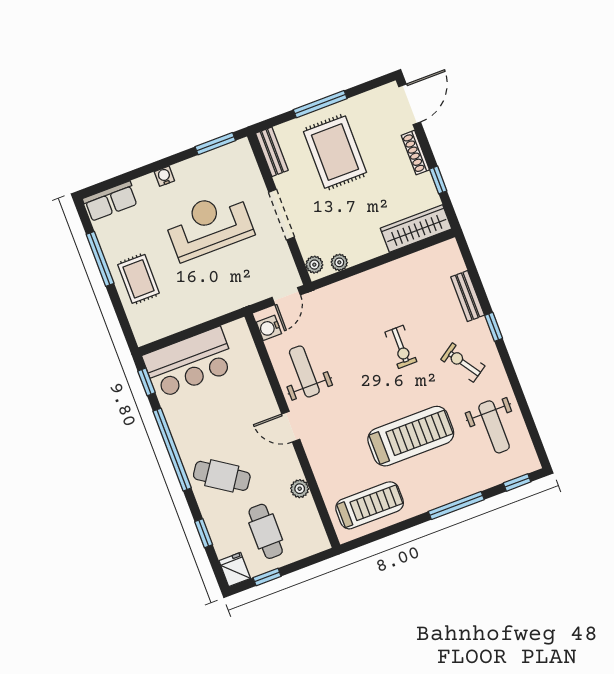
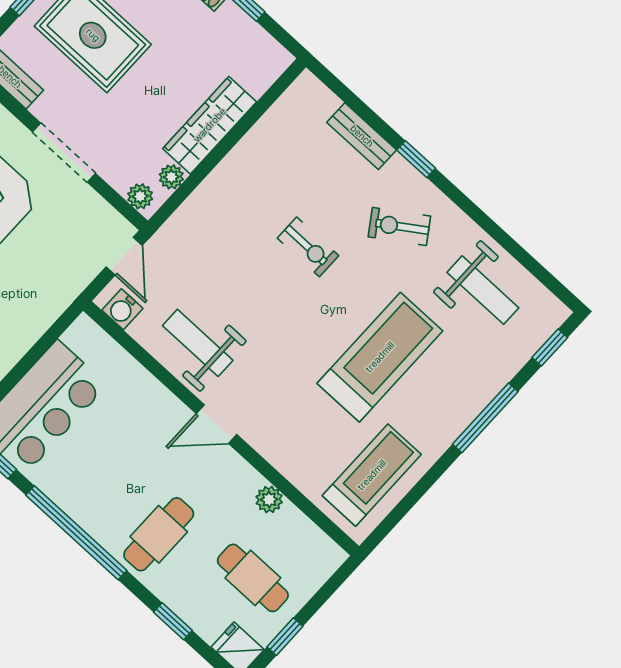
wardrobe: (416, 229) -> (210, 125), moved
cafe table: (222, 476) -> (159, 534), turned -34

